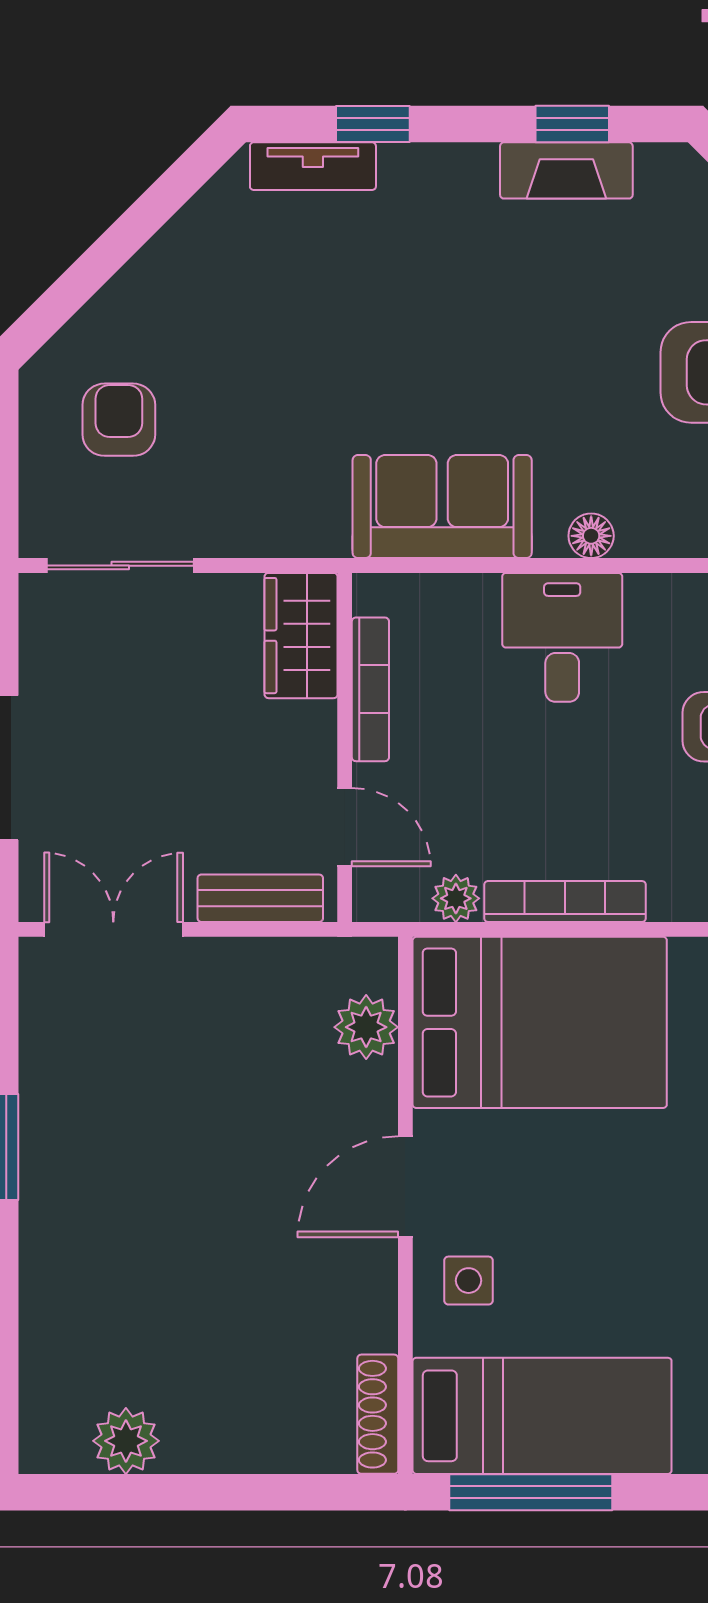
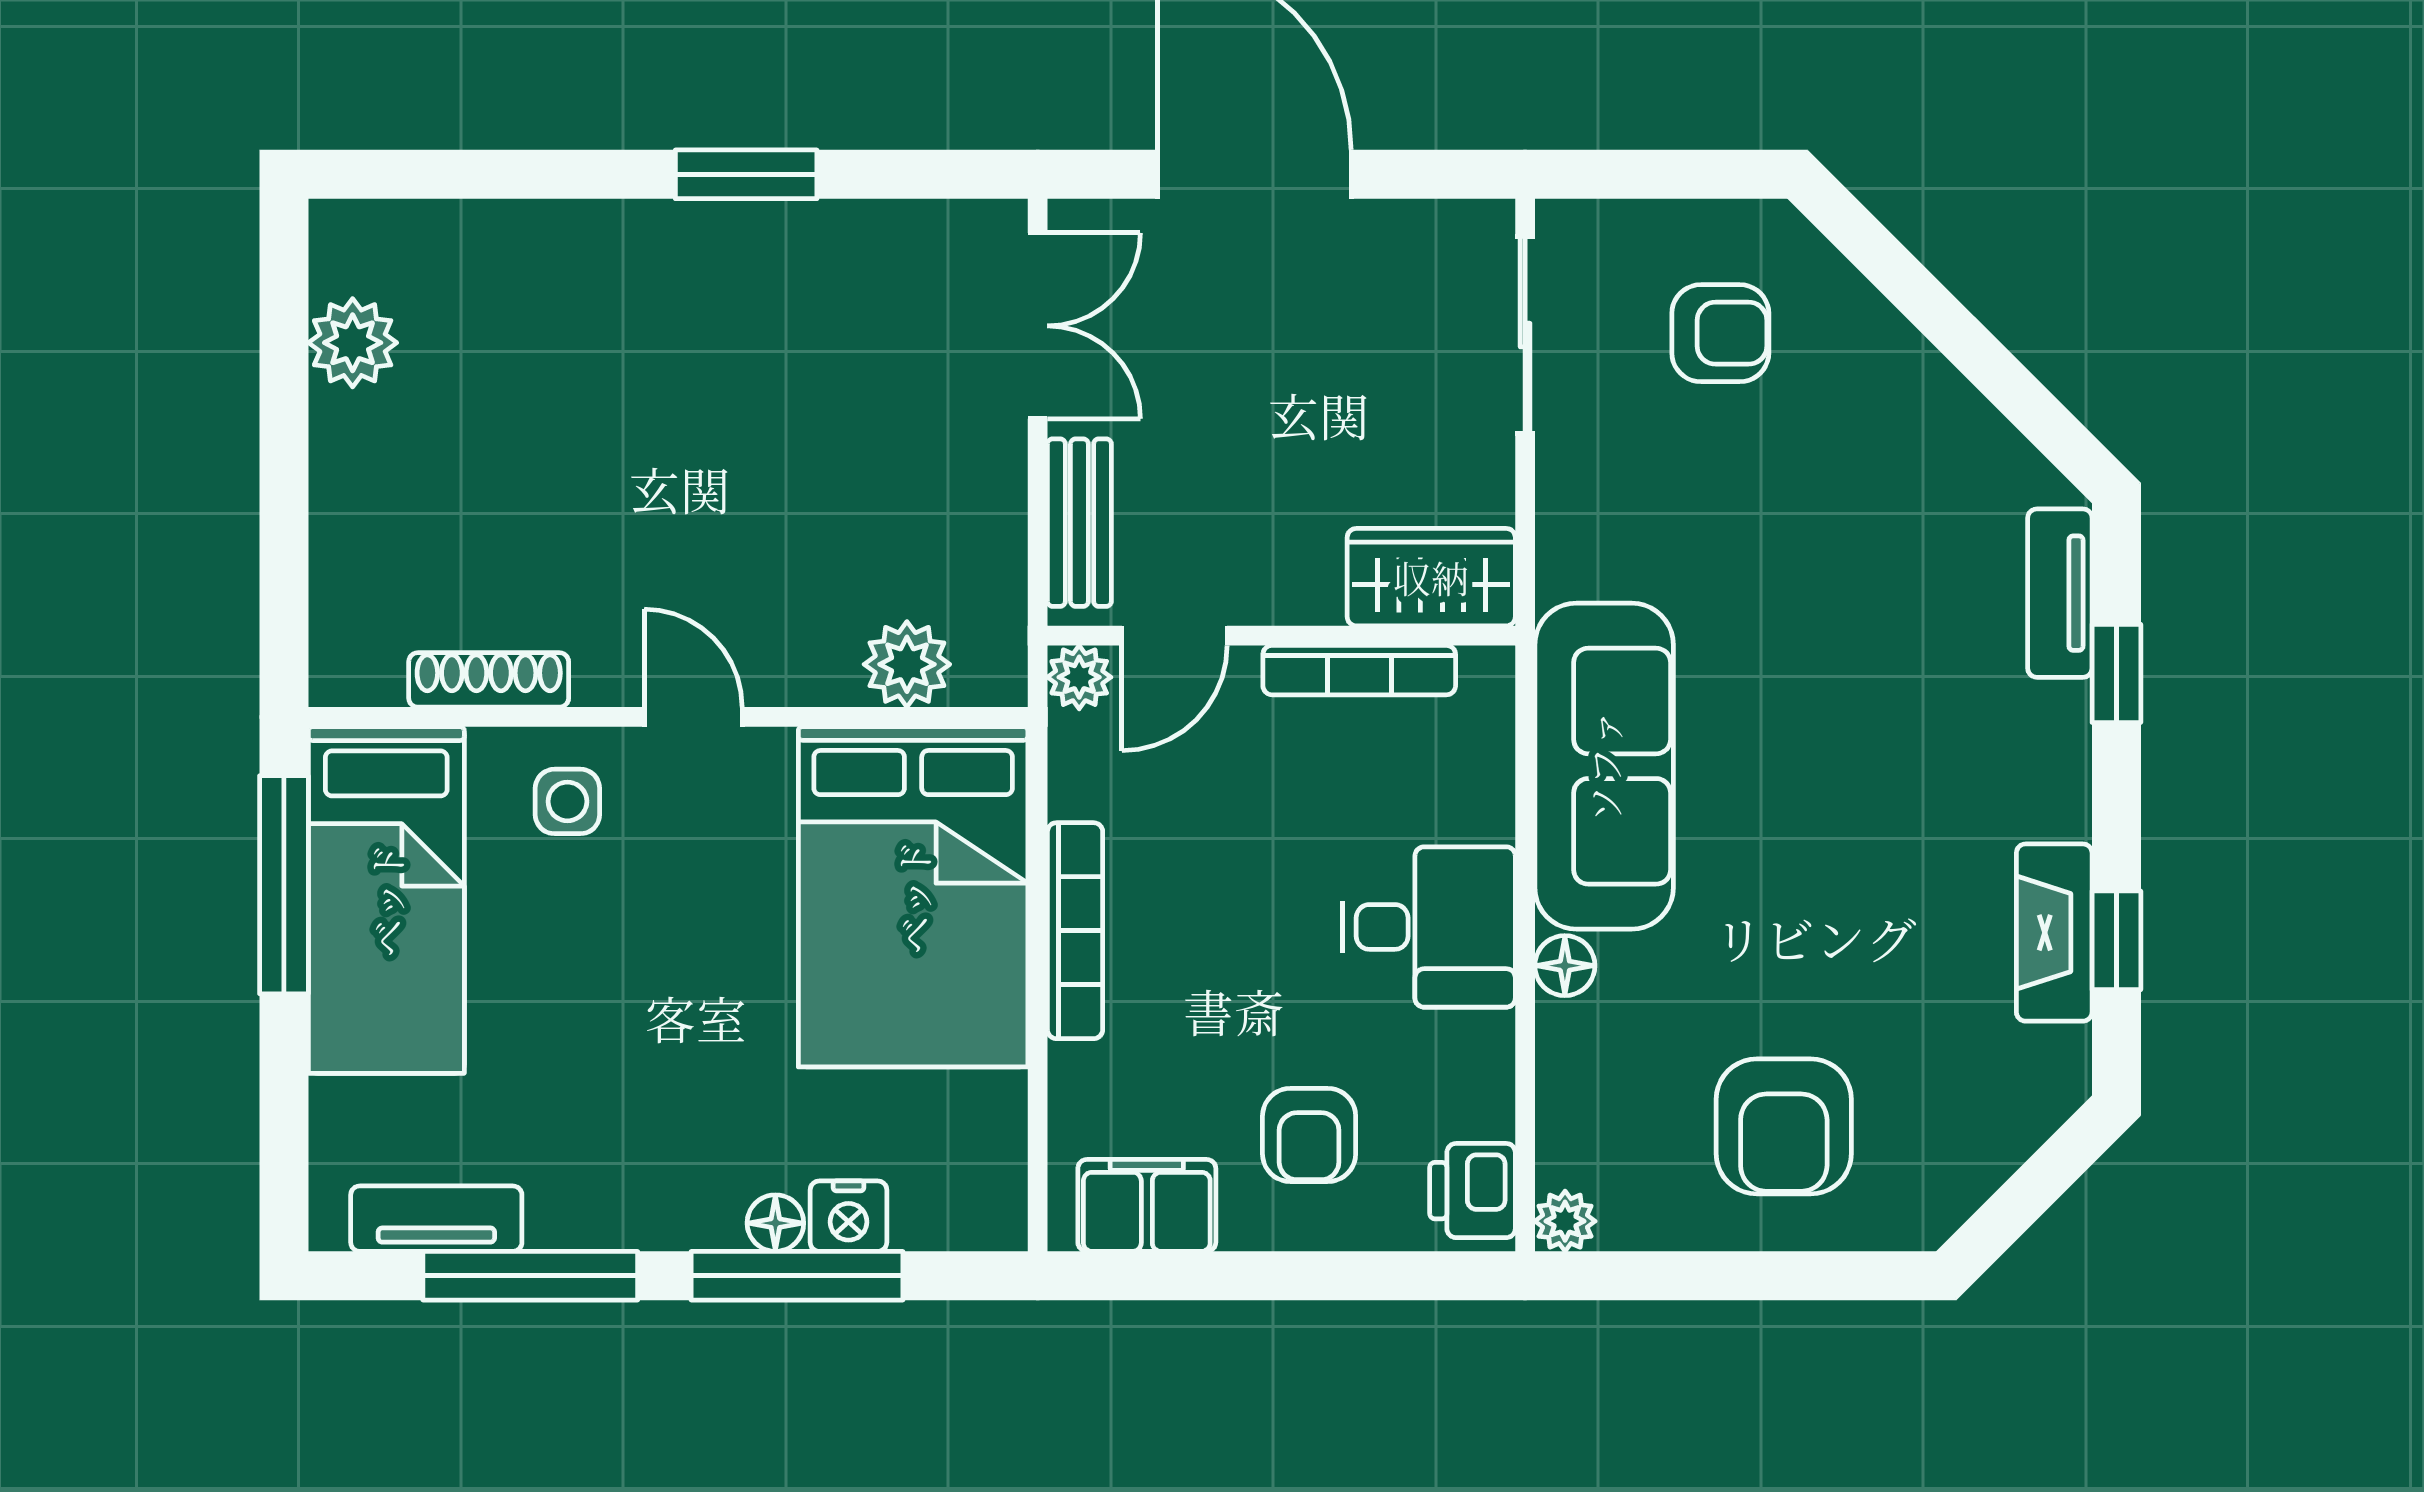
sofa: (442, 507) -> (1604, 766), width x1.36
plant: (456, 898) -> (1079, 677), moved
door: (405, 1187) -> (693, 717), width x0.73
shoe rack: (378, 1414) -> (489, 680), moved

